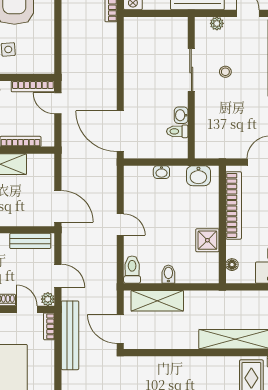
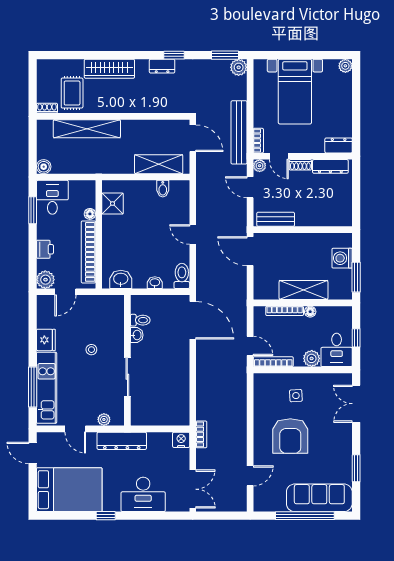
stool: (225, 72) -> (91, 350), moved
shower: (207, 240) -> (113, 204), moved
floor lamp: (232, 265) -> (90, 214), moved
toilet: (132, 270) -> (182, 276), moved, turned 180
bidet: (168, 274) -> (163, 189), moved

